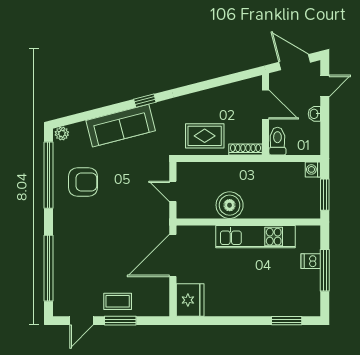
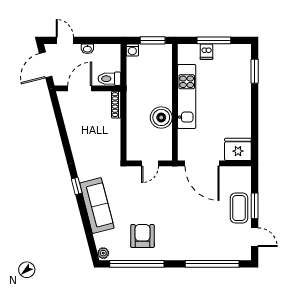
rug: (205, 136) -> (105, 138), removed
coffee table: (118, 301) -> (239, 208), width x1.36, depth x1.30

